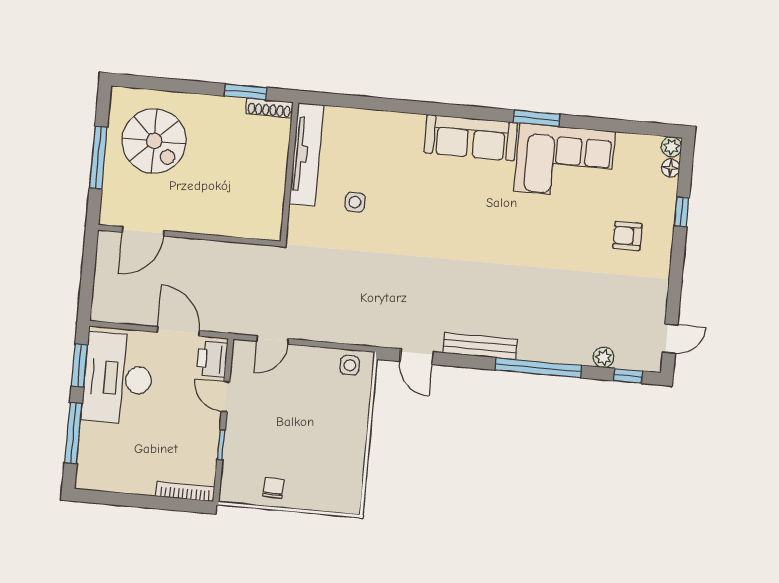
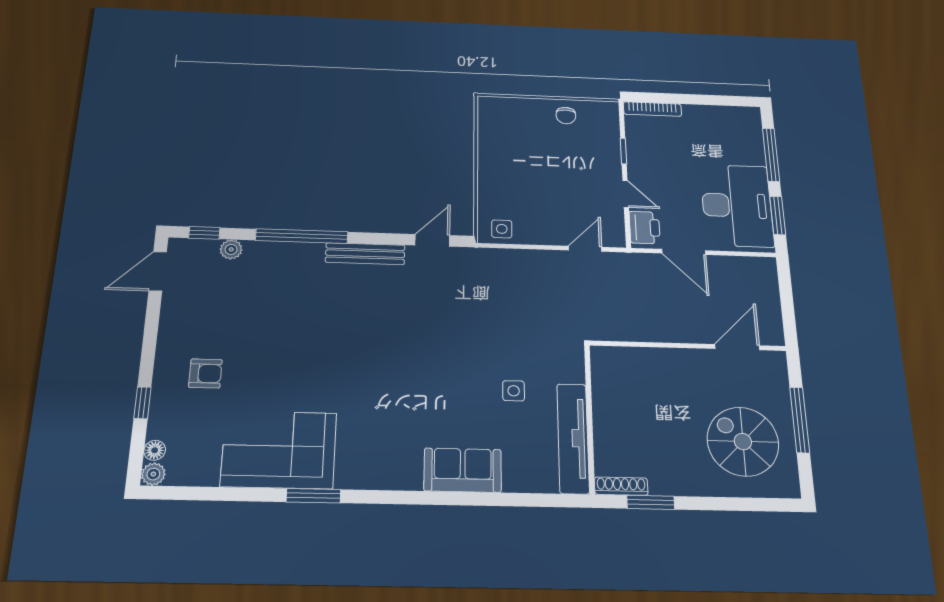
sofa: (471, 138) -> (463, 470), moved, width x0.73
door: (670, 339) -> (158, 271), width x1.38
door: (417, 357) -> (432, 240), hinge flipped

